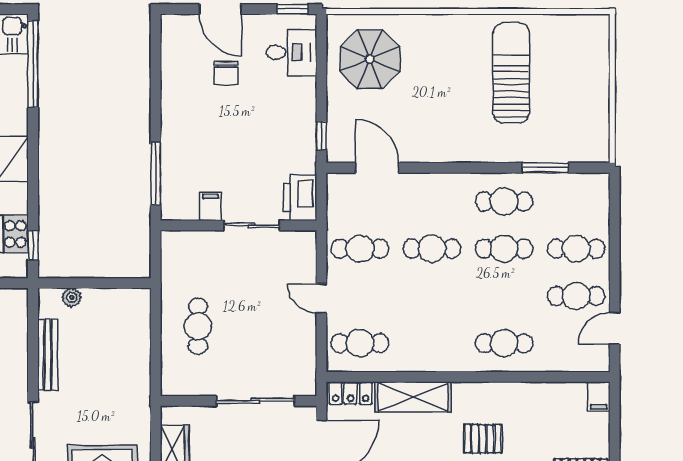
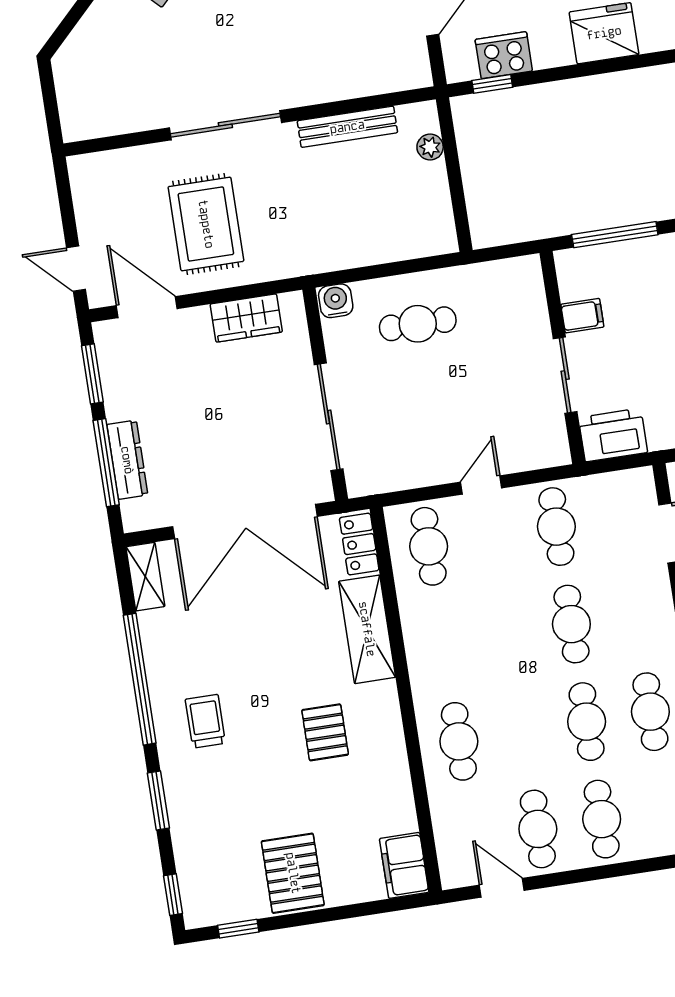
water cooler: (172, 383) -> (336, 301), added
filing cabinet: (599, 396) -> (404, 865), width x2.00

